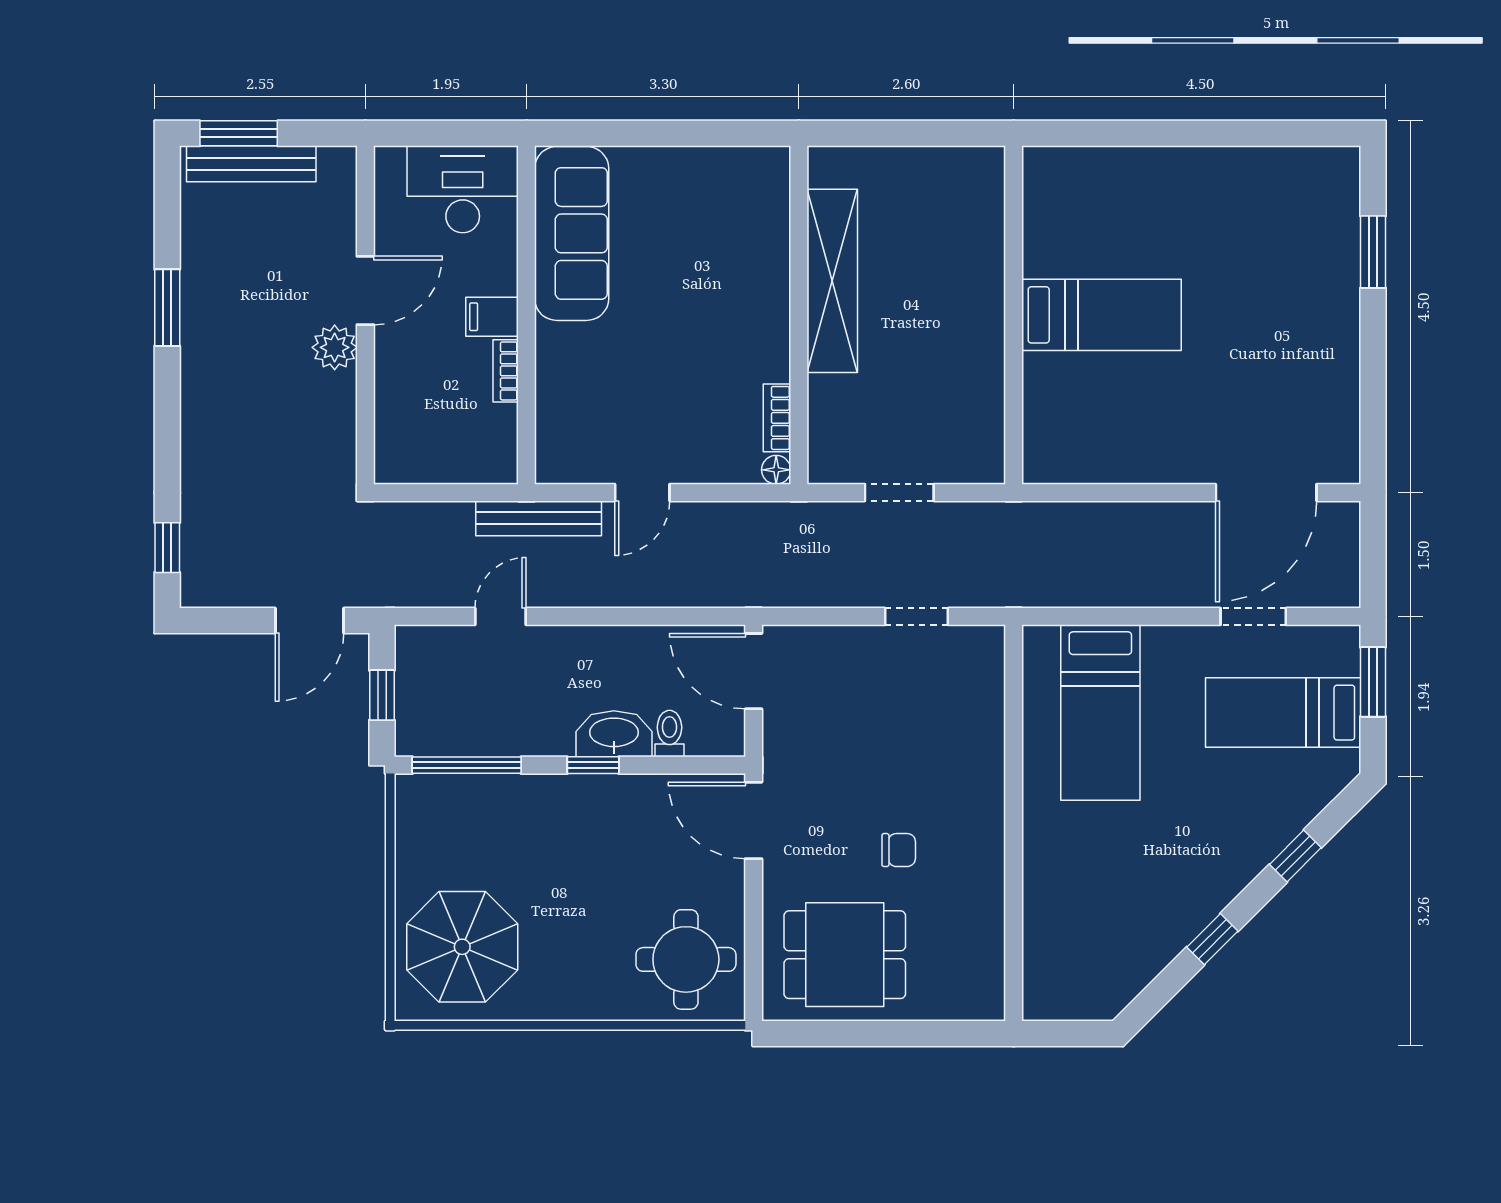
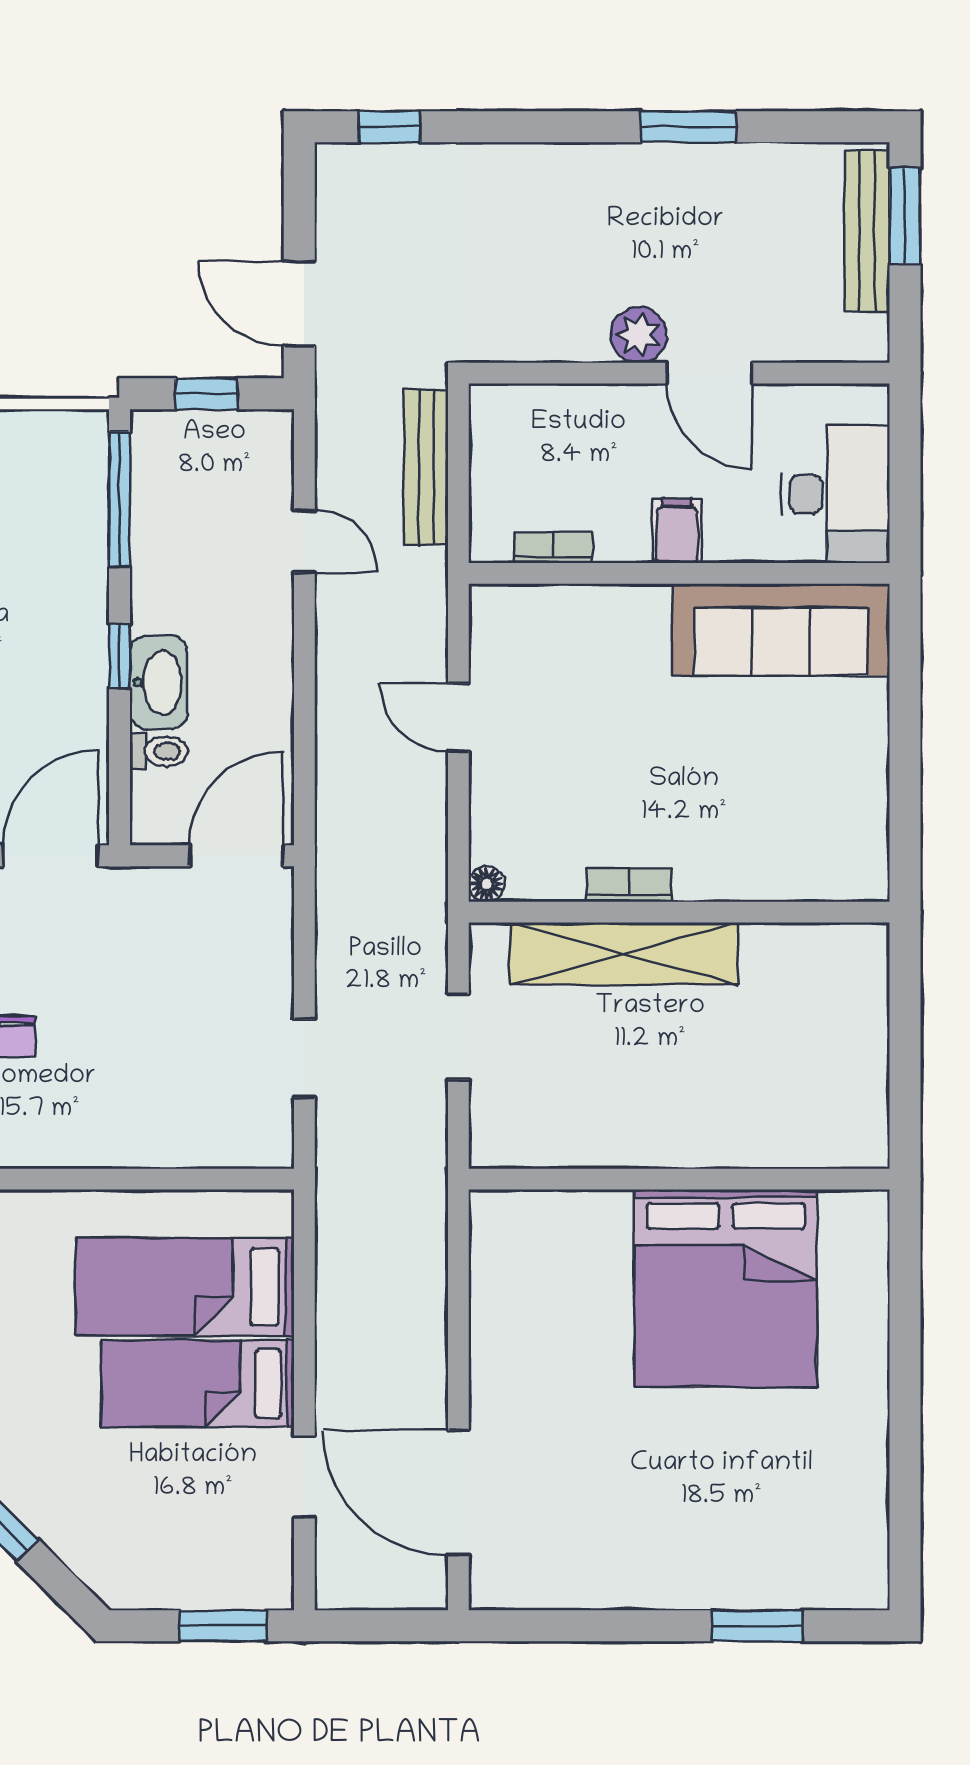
shelving: (832, 281) -> (624, 954), moved
bed: (1101, 315) -> (726, 1288), width x2.04
bookcase: (506, 371) -> (553, 548), moved
bookcase: (777, 418) -> (629, 885), moved
bench: (539, 518) -> (426, 467), moved
bed: (1283, 713) -> (198, 1384), moved, turned -90

